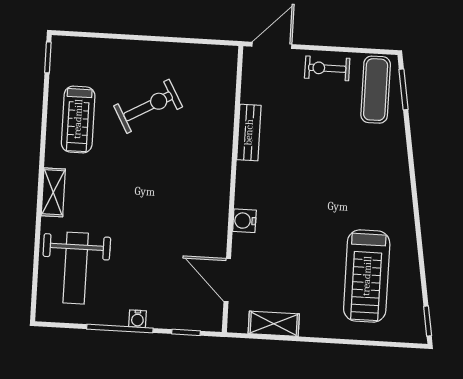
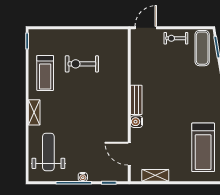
exercise bike: (148, 106) -> (82, 64), turned -151
bench: (249, 132) -> (136, 100), moved
weight bench: (76, 268) -> (48, 152), turned 180

